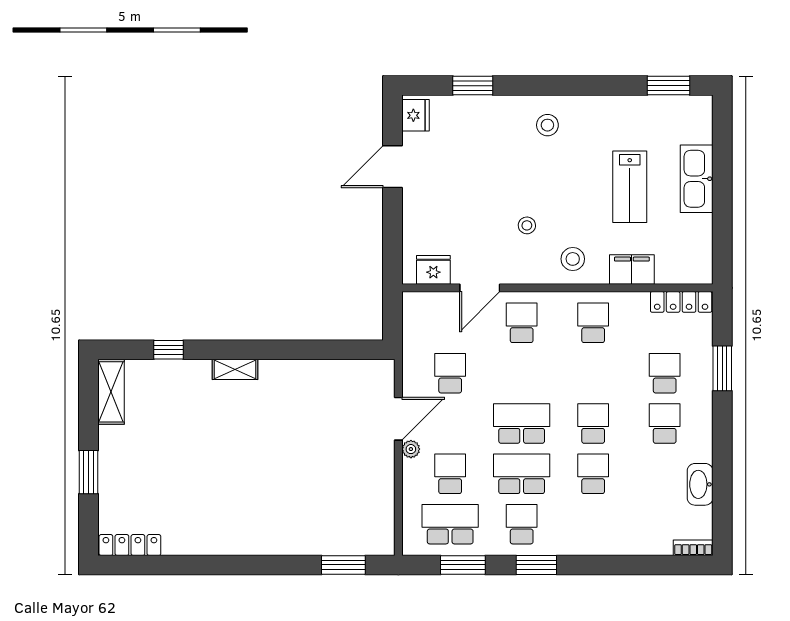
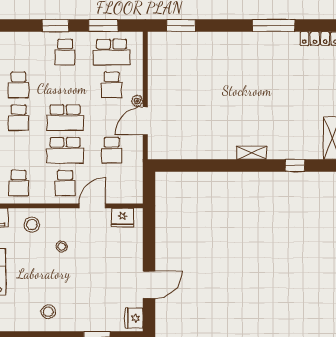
school desk: (522, 474) -> (65, 150), moved
window: (201, 565) -> (274, 26), added

